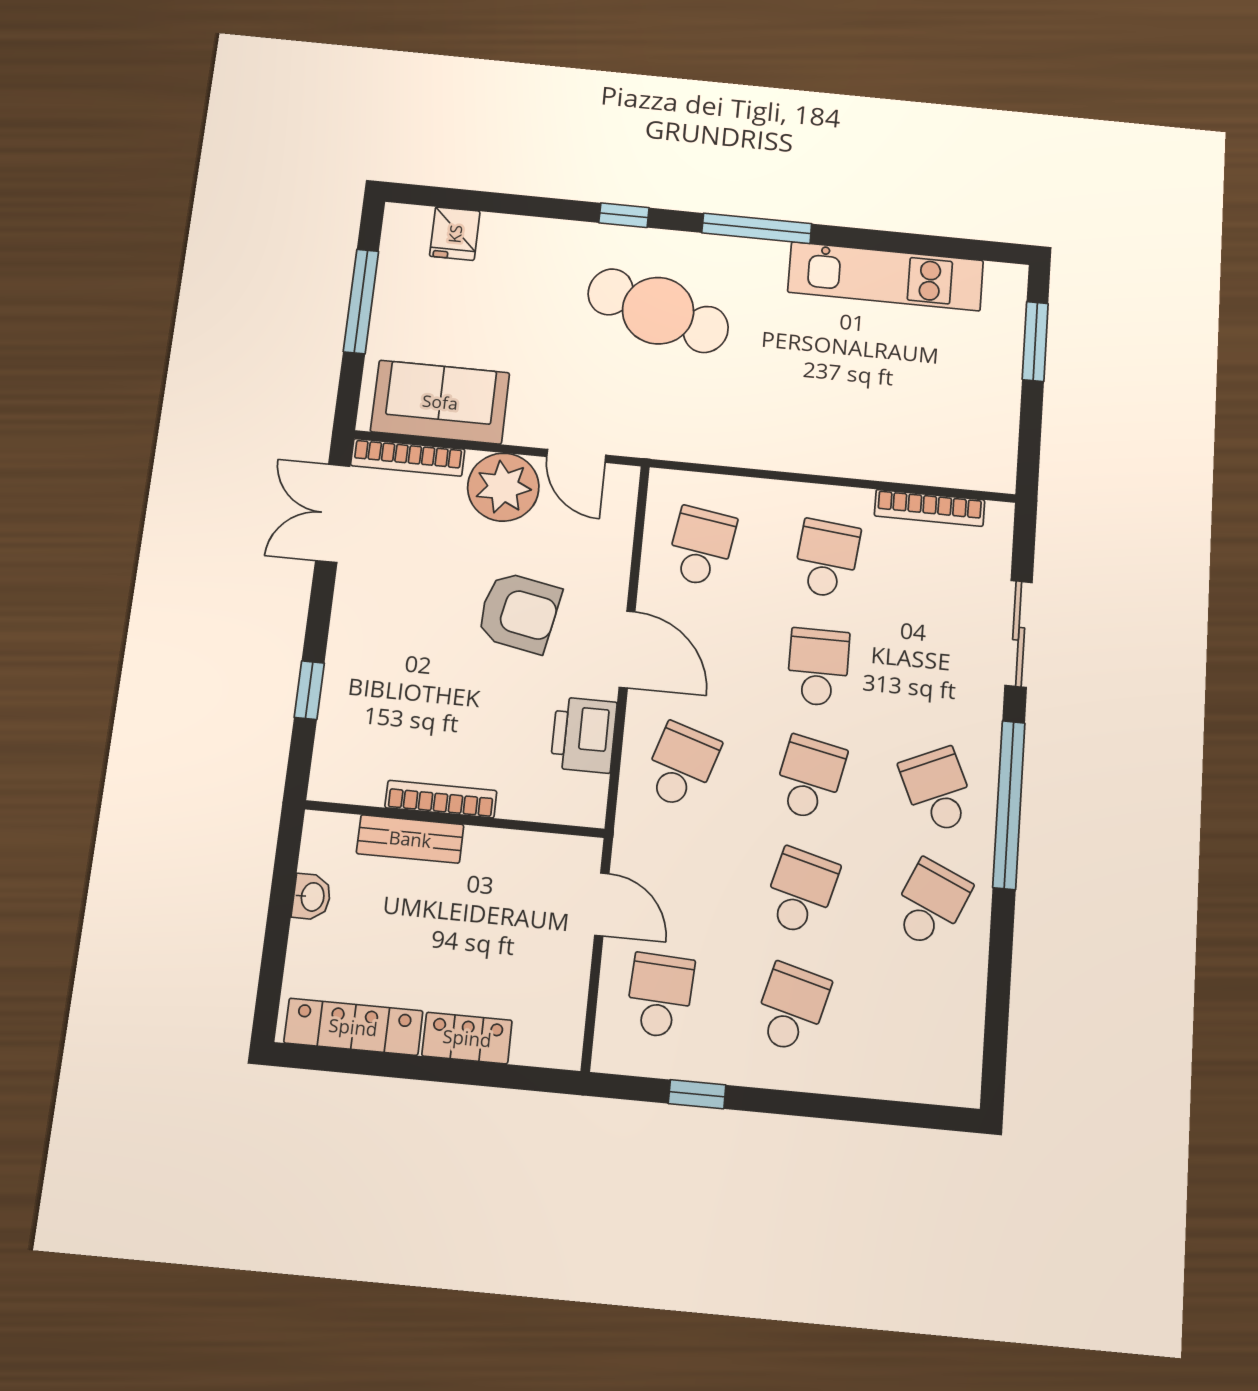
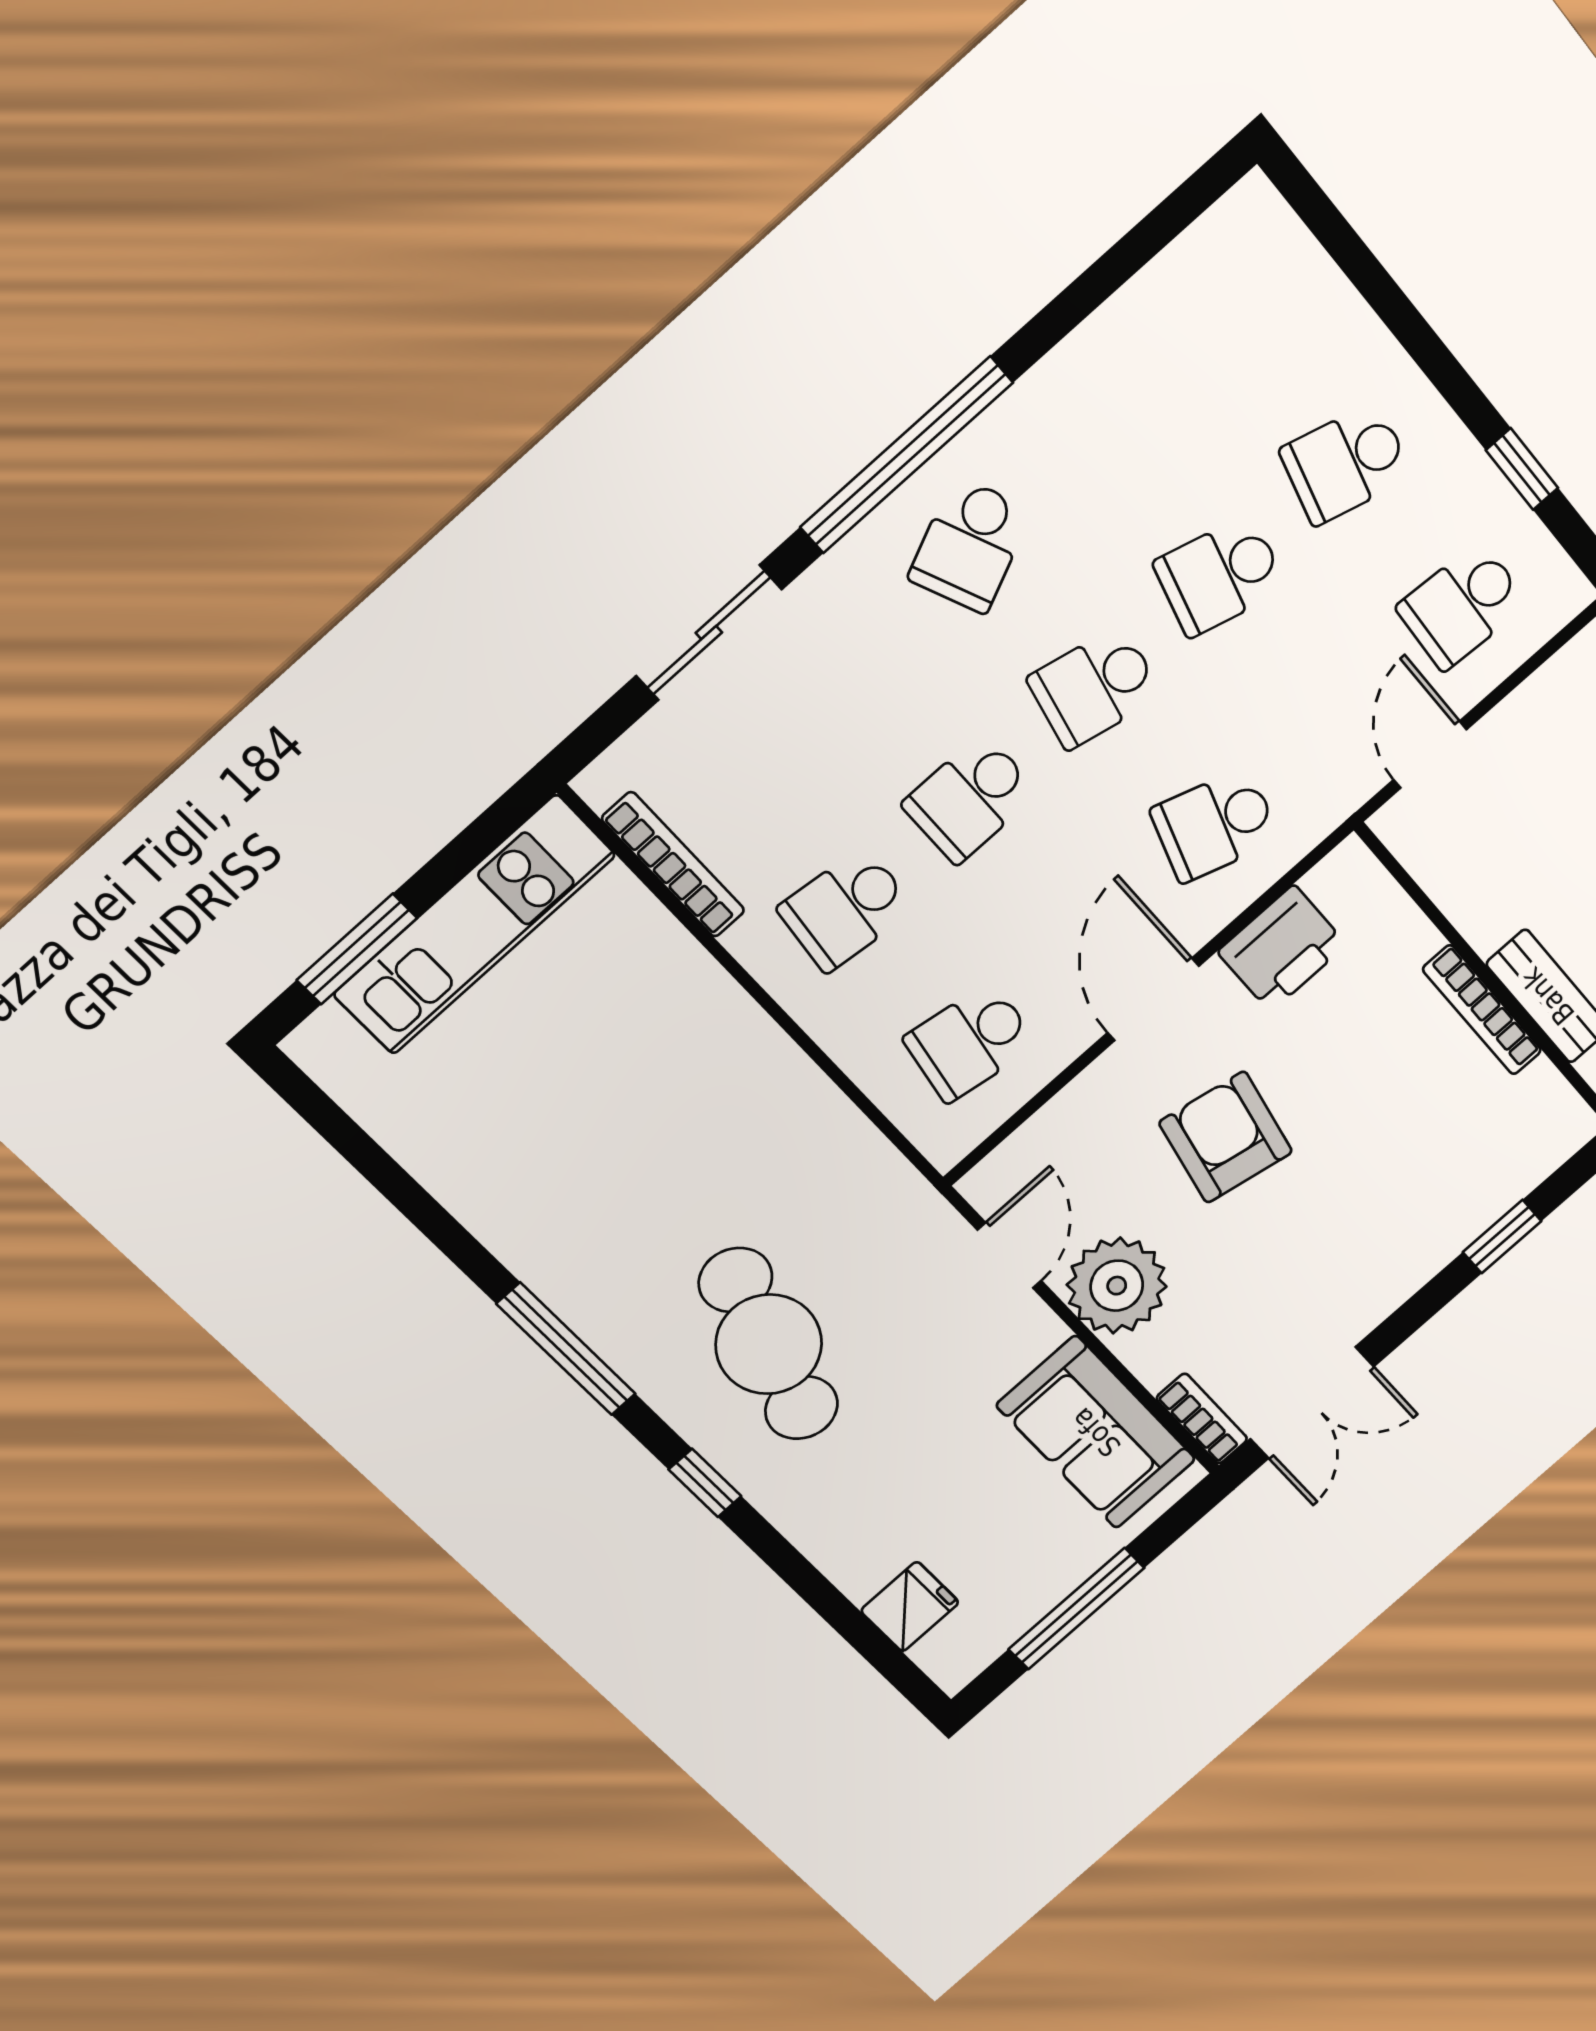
kitchen unit: (886, 276) -> (474, 925), moved, turned 90
bookcase: (408, 457) -> (1202, 1419), width x0.64
school desk: (930, 904) -> (1097, 430), removed

